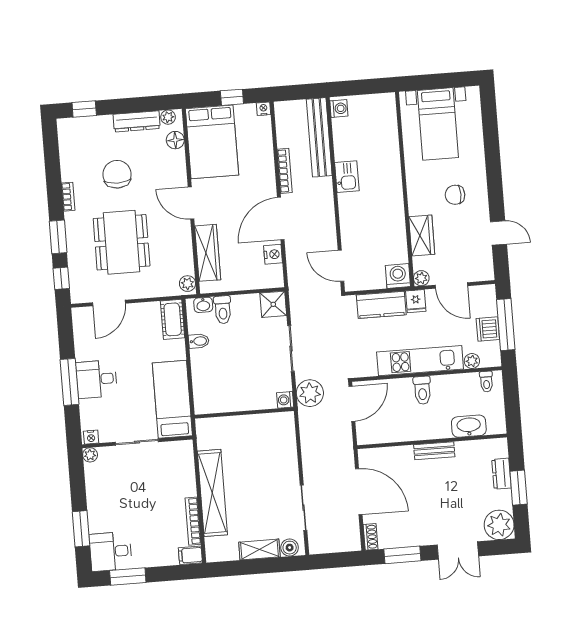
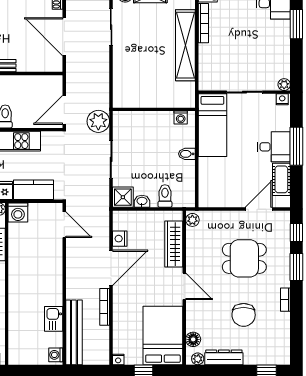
kitchen sink: (347, 177) -> (54, 319), moved
dining table: (122, 242) -> (244, 258), width x0.73
washbasin: (203, 305) -> (142, 201), moved
cot: (173, 319) -> (281, 179), moved
bidet: (199, 341) -> (187, 154), moved
washing machine: (285, 400) -> (181, 117), moved, turned 90

